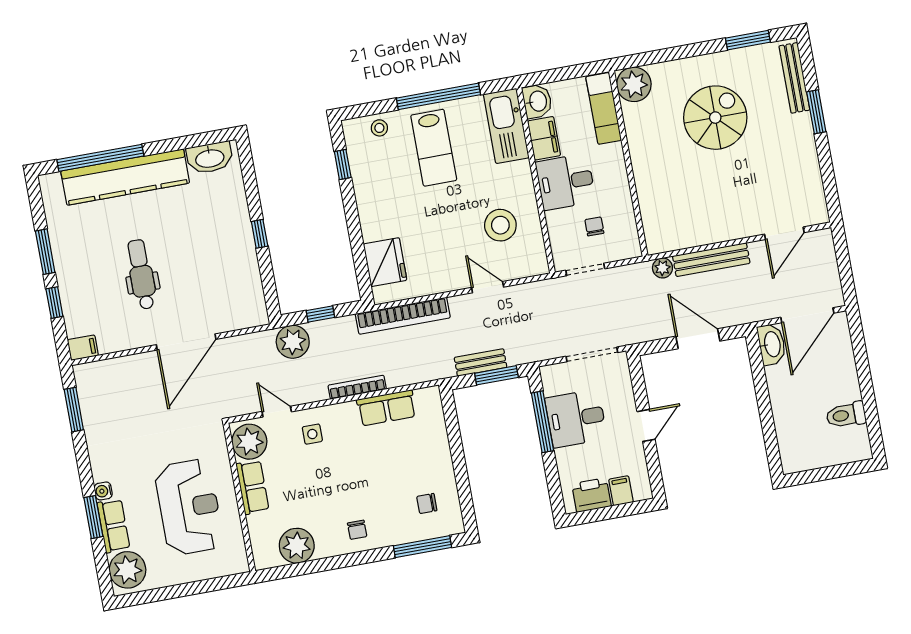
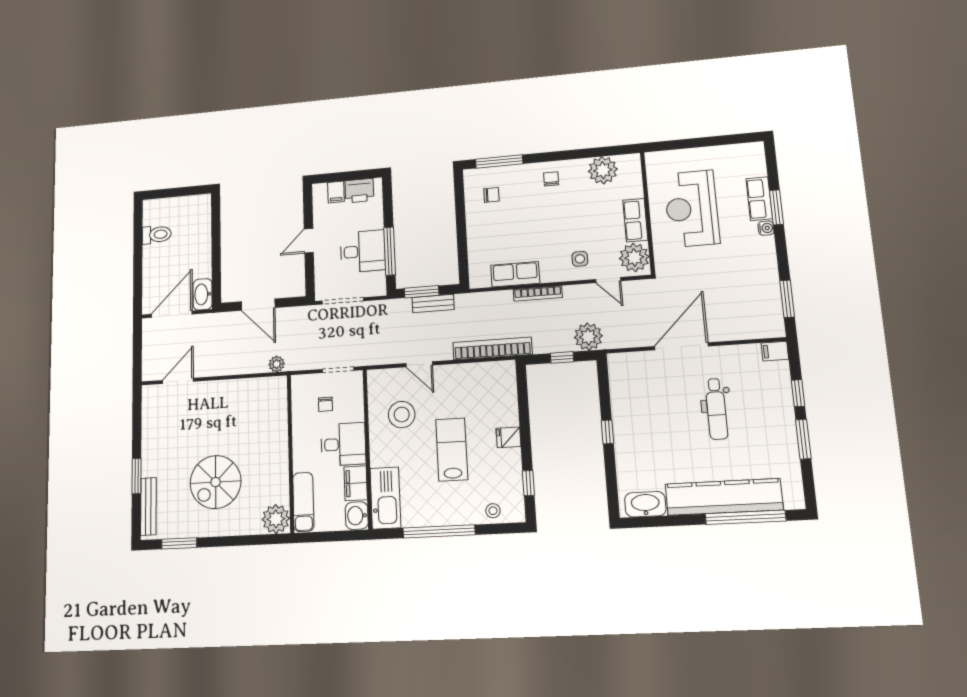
lab bench: (434, 148) -> (452, 450), moved
bench: (711, 260) -> (238, 366), removed
fridge: (385, 262) -> (508, 437), moved, width x0.53, depth x0.75
plant: (128, 570) -> (750, 162), removed

